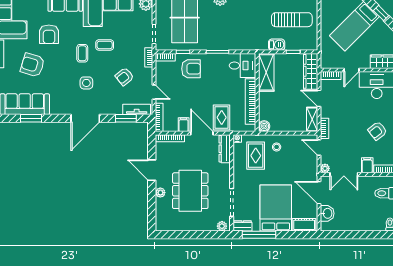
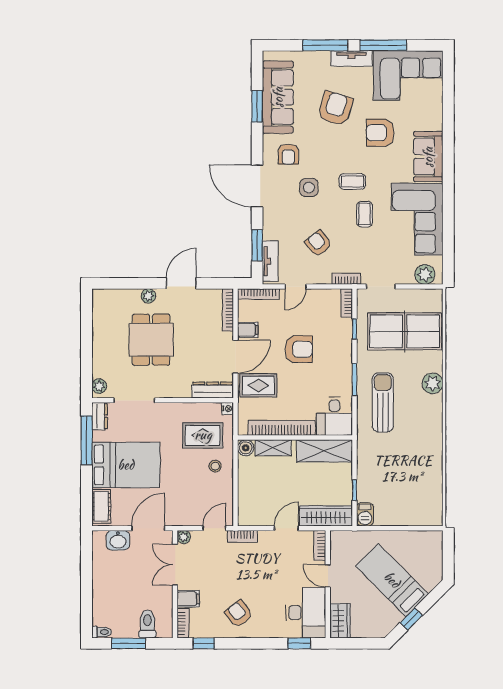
sun lounger: (292, 20) -> (383, 402), moved, turned 180
barbecue: (277, 45) -> (365, 514), moved
armchair: (191, 69) -> (299, 349), moved, turned -90
armchair: (64, 97) -> (288, 154), added
shelving: (312, 119) -> (273, 448), moved
dining table: (190, 191) -> (151, 340), width x0.73

